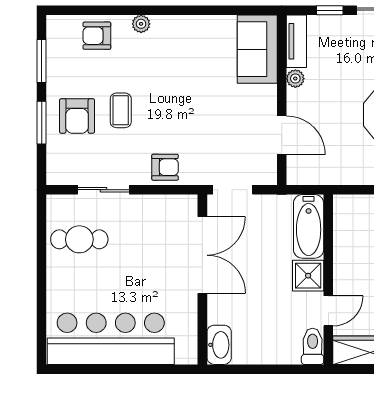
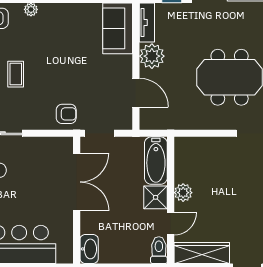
plant: (295, 79) -> (152, 56), width x1.88, depth x1.88
armchair: (165, 167) -> (66, 114), moved
plant: (345, 269) -> (183, 193), added

